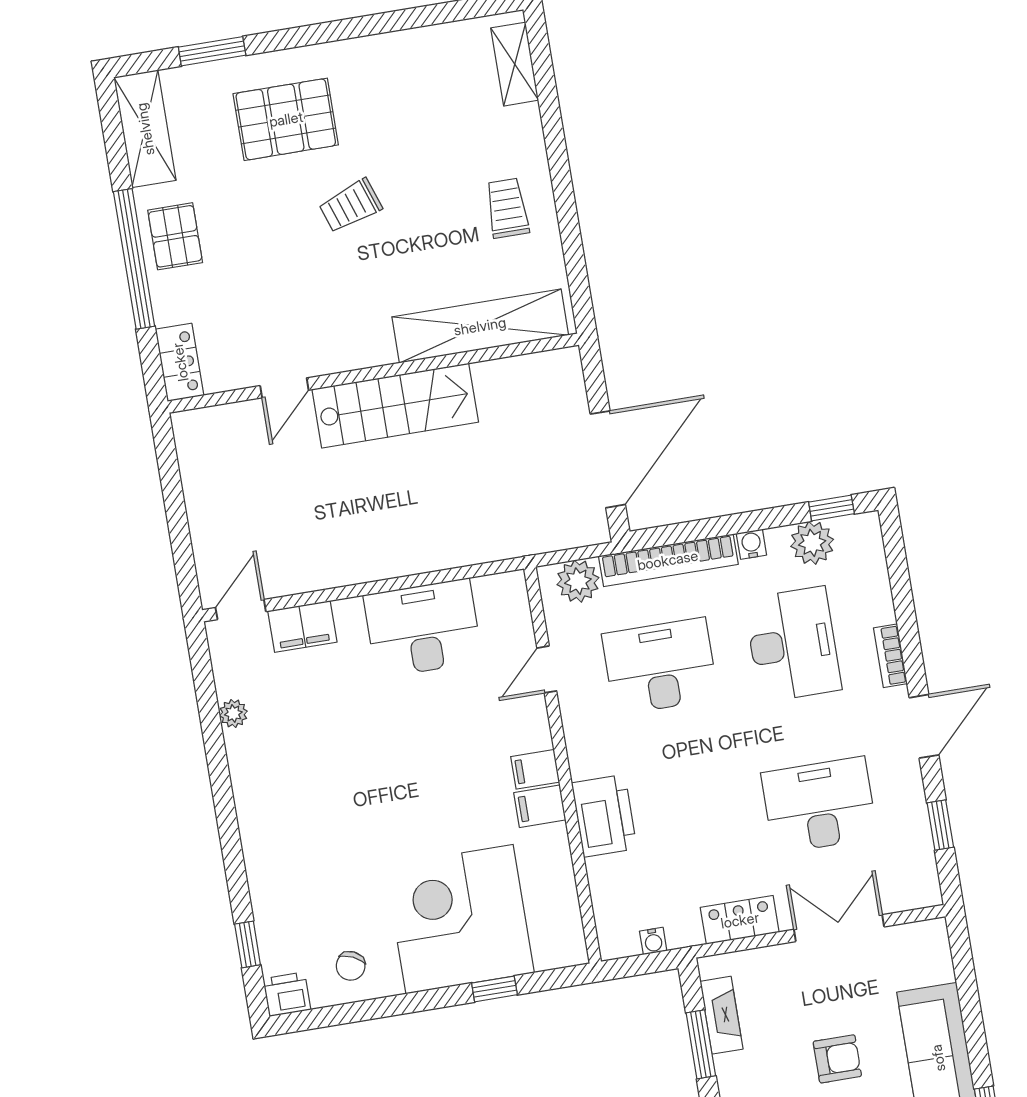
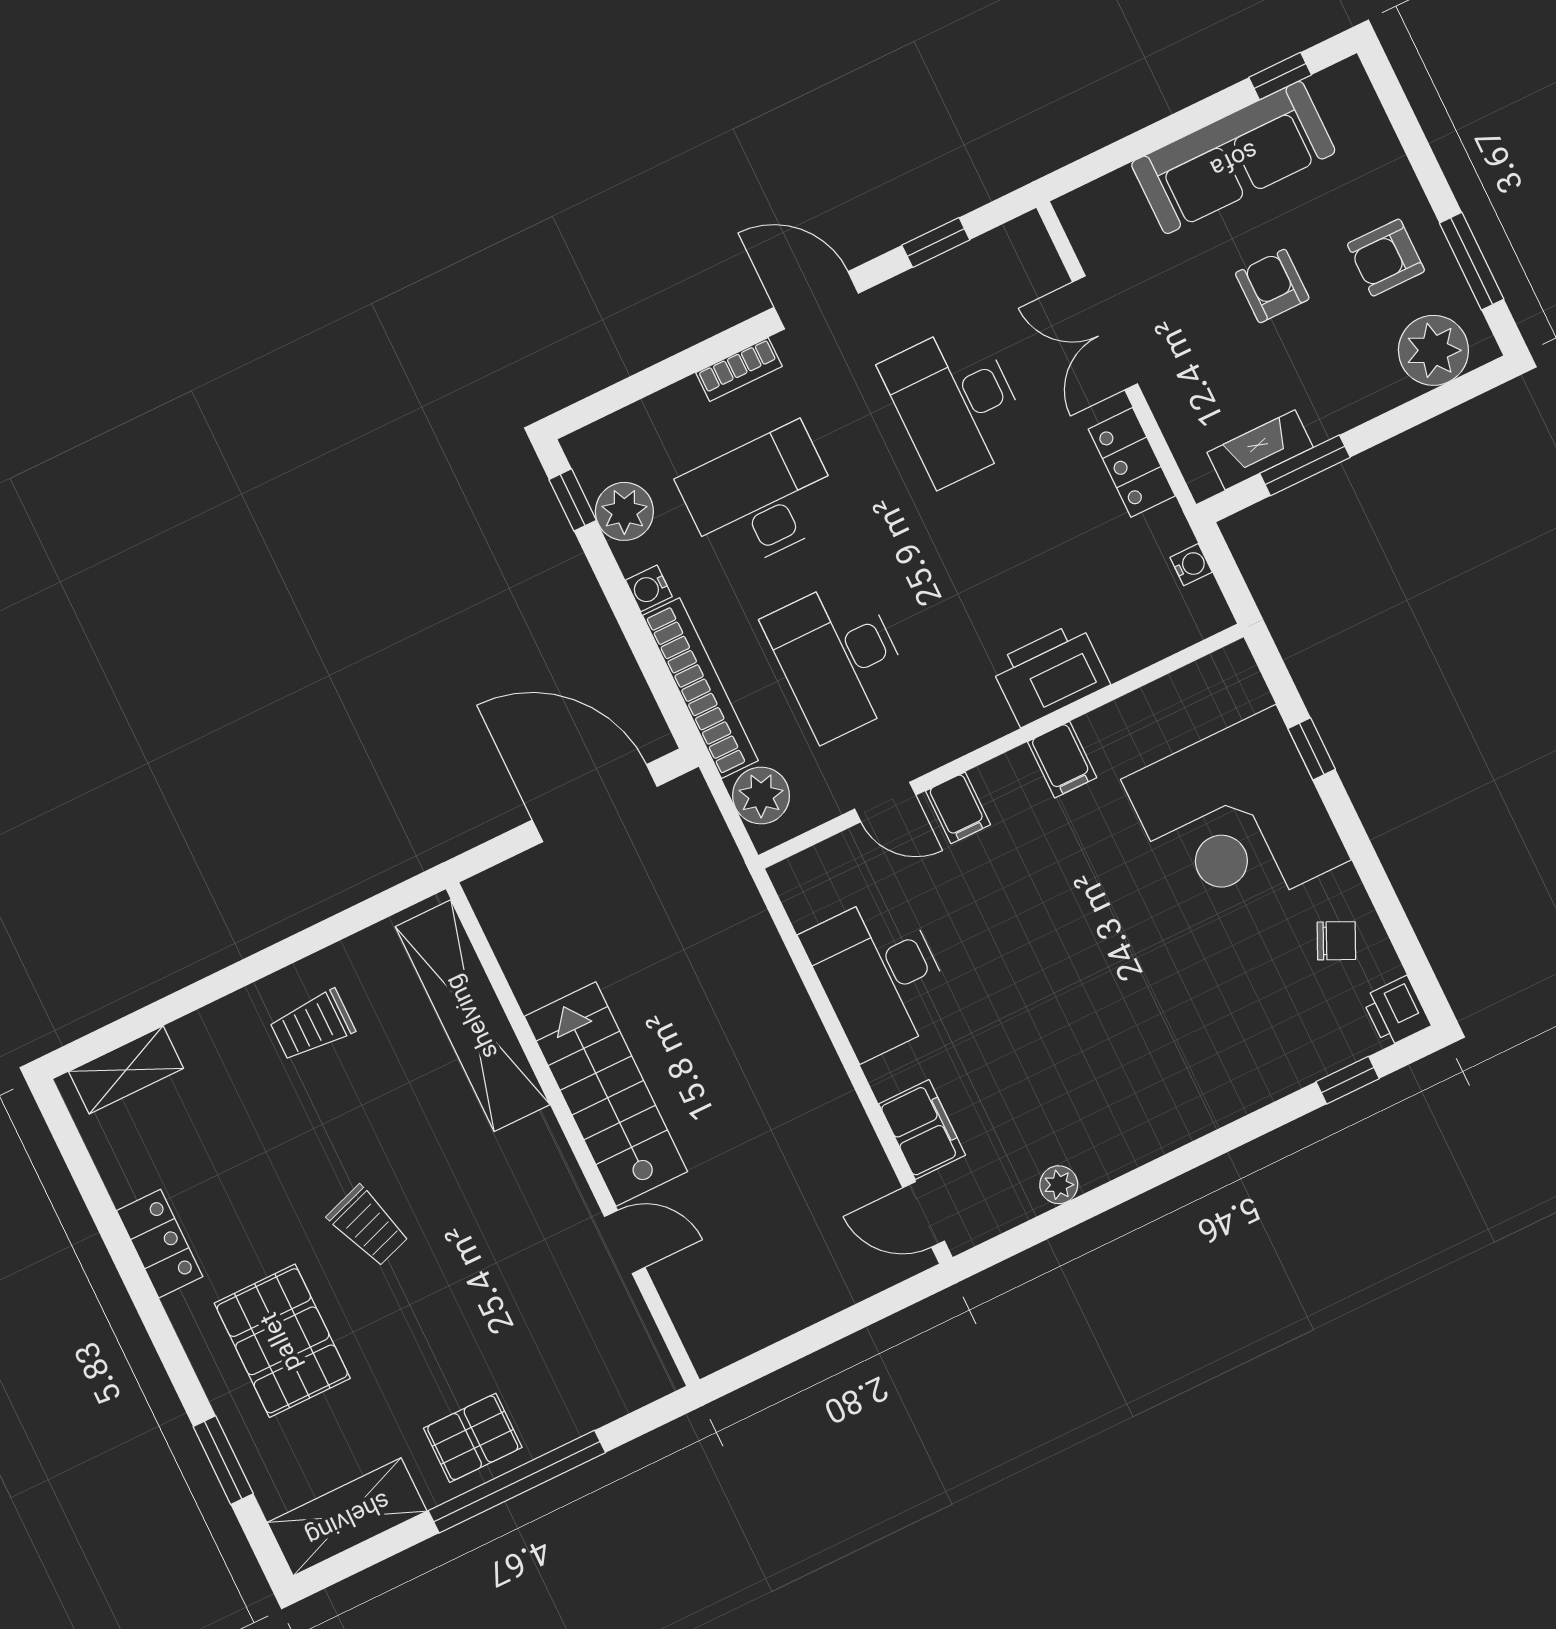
locker: (180, 362) -> (160, 1244), moved, turned 90
filing cabinet: (535, 769) -> (958, 808), moved

